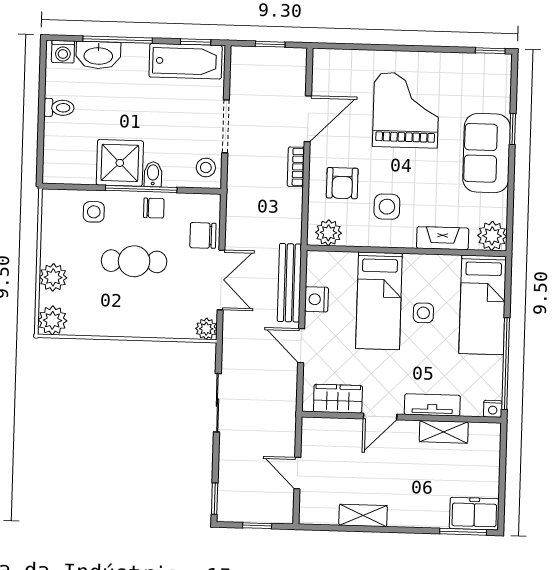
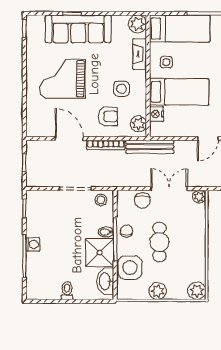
washing machine: (63, 52) -> (33, 244), moved
washbasin: (98, 55) -> (105, 281), moved, turned 180
bathtub: (186, 61) -> (36, 214), removed
sofa: (486, 153) -> (78, 29), width x1.36
bookcase: (296, 167) -> (106, 145), width x1.56
side table: (94, 212) -> (130, 268), width x1.87, depth x1.87
plant: (53, 277) -> (158, 291), moved
bench: (289, 283) -> (150, 147), moved
nightstand: (317, 299) -> (157, 114), moved, turned 90
side table: (423, 313) -> (166, 62), moved

